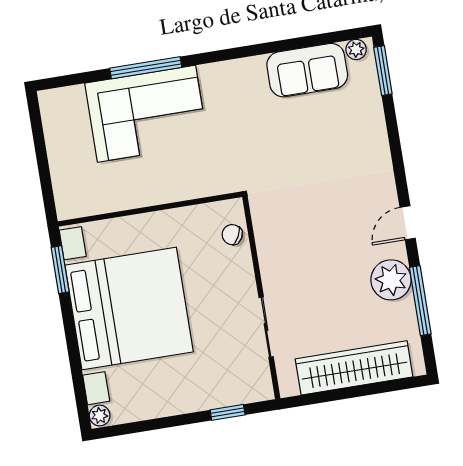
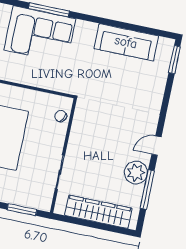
plant: (356, 49) -> (164, 43), removed
sofa: (307, 70) -> (126, 42), width x1.36
window: (228, 412) -> (22, 210), width x1.50

